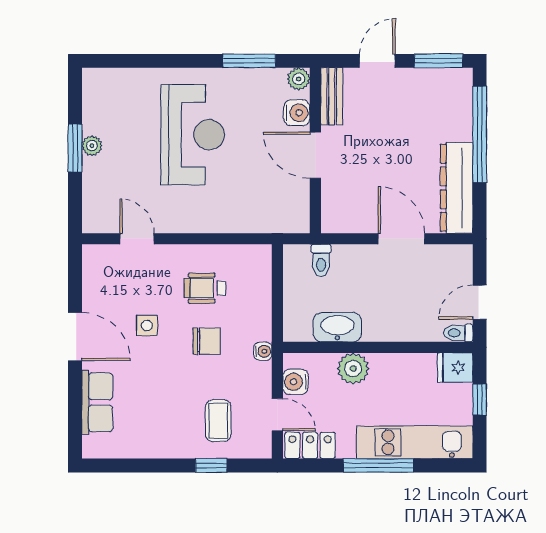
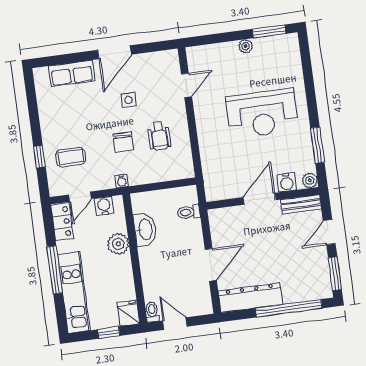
door: (377, 61) -> (329, 232), swing flipped
window: (75, 148) -> (269, 31), moved
wheelchair: (205, 288) -> (159, 136), turned 180

